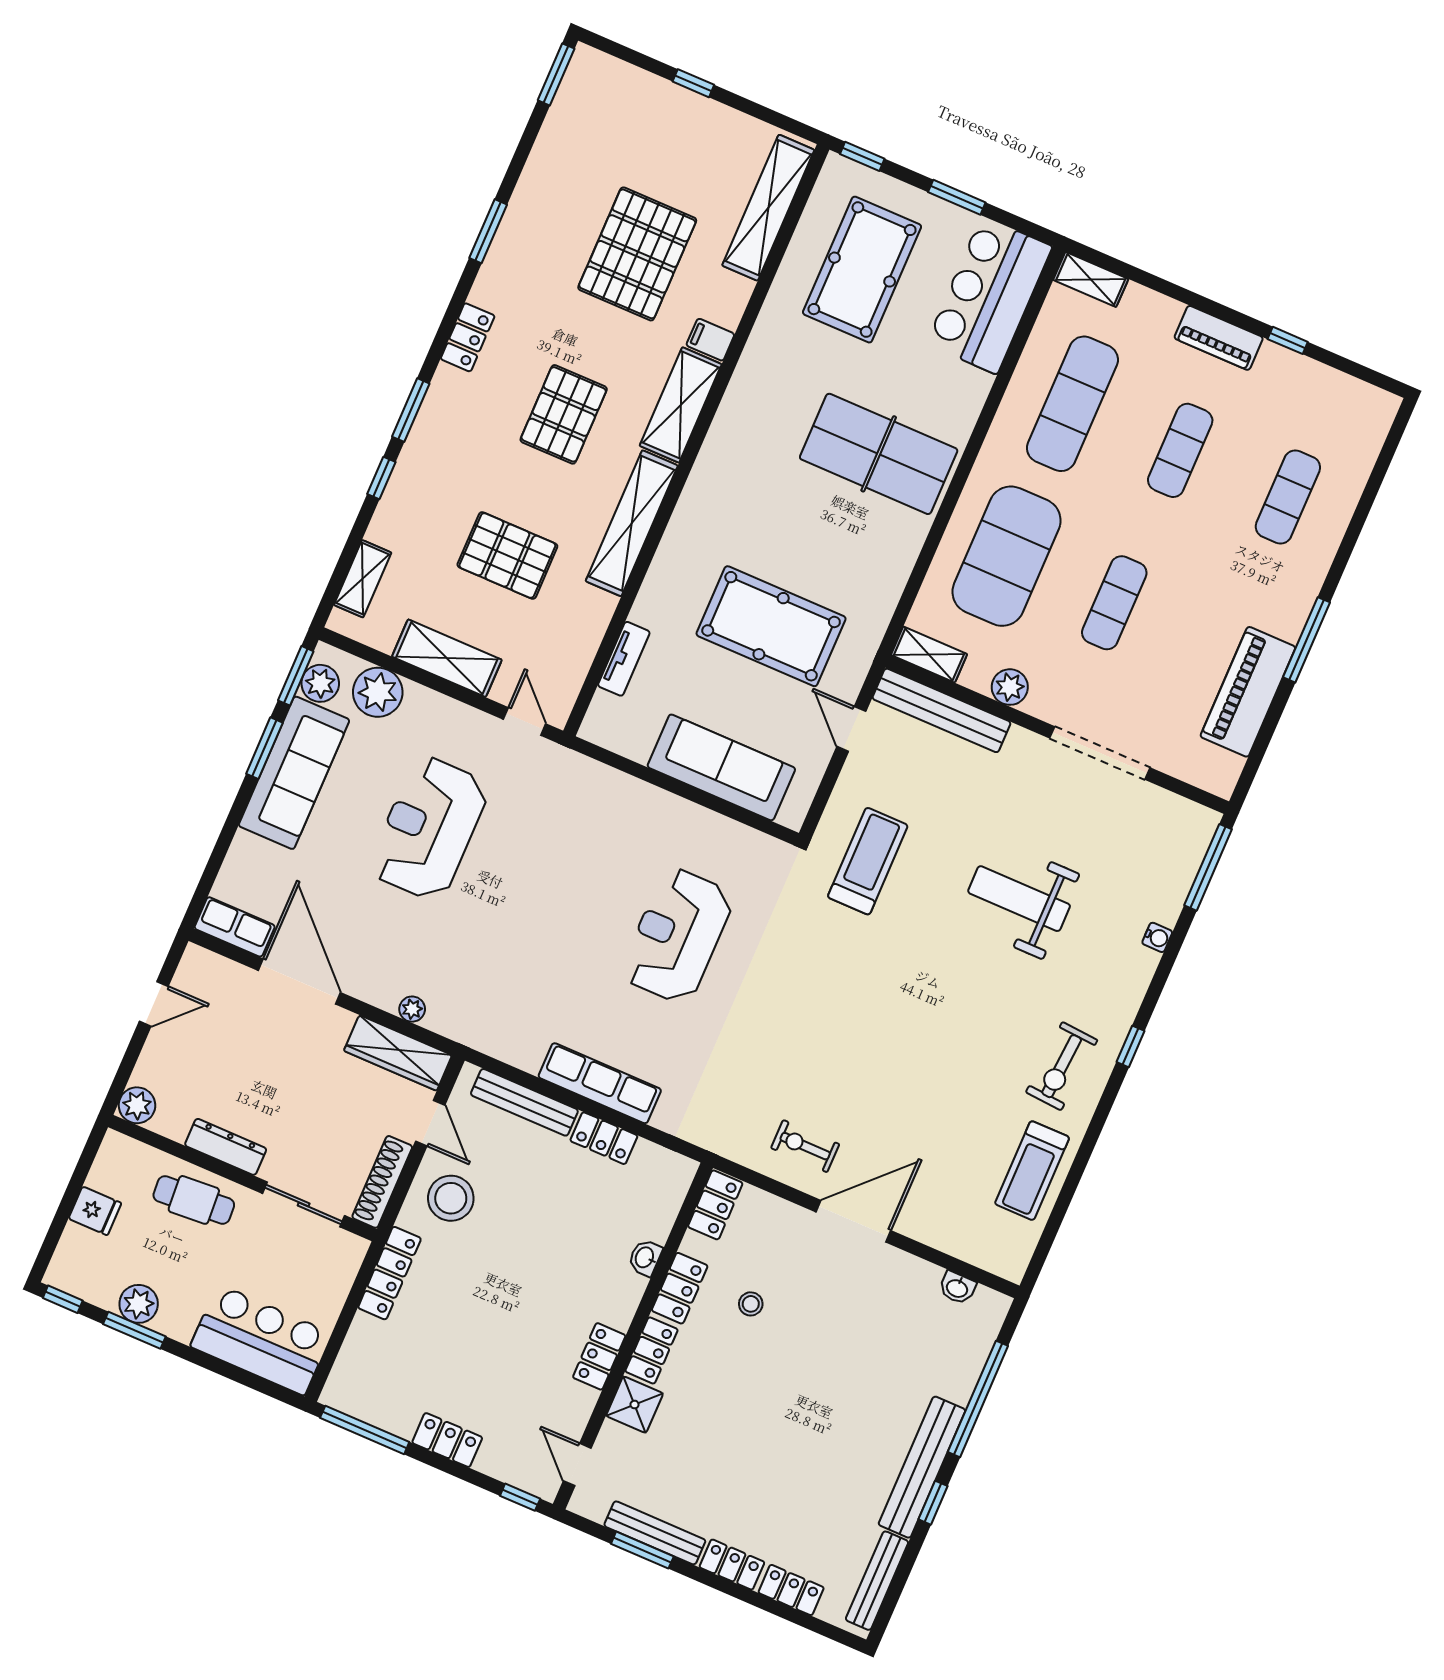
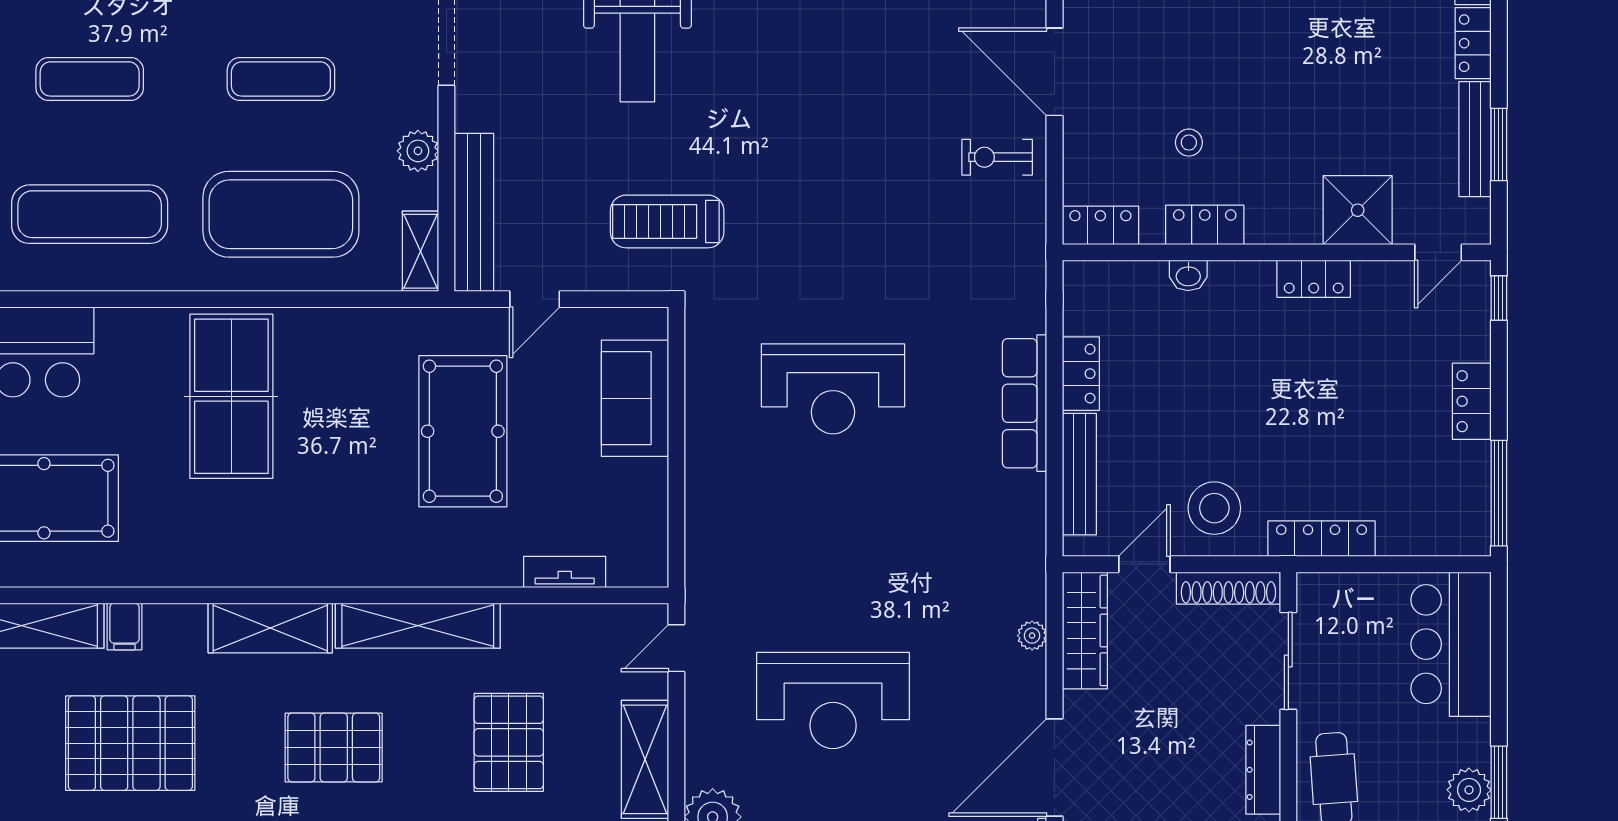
filing cabinet: (710, 340) -> (124, 626), moved
sofa: (721, 767) -> (635, 398), width x0.73
exercise bike: (805, 1146) -> (997, 157), turned 90
locker: (652, 1350) -> (1283, 226), removed
shower: (635, 1405) -> (1358, 210), width x1.36, depth x1.36

